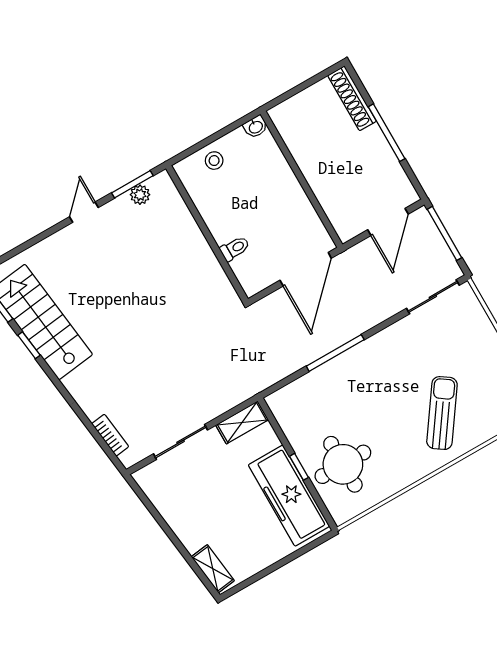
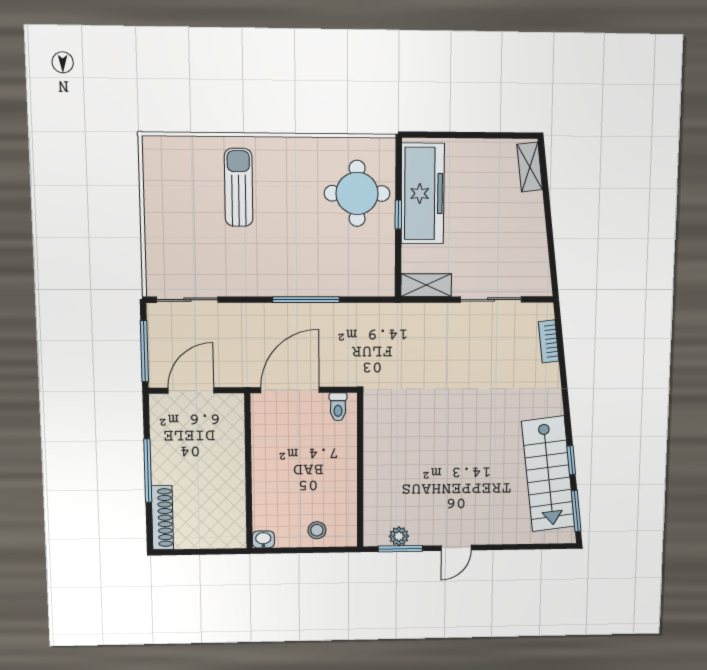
toilet: (235, 248) -> (338, 407), moved, turned -90
sun lounger: (442, 413) -> (239, 187), turned 145

